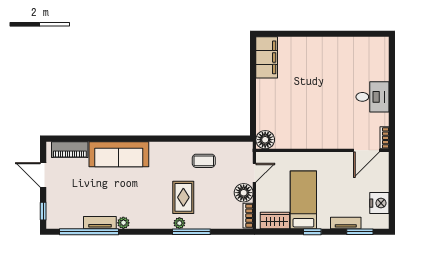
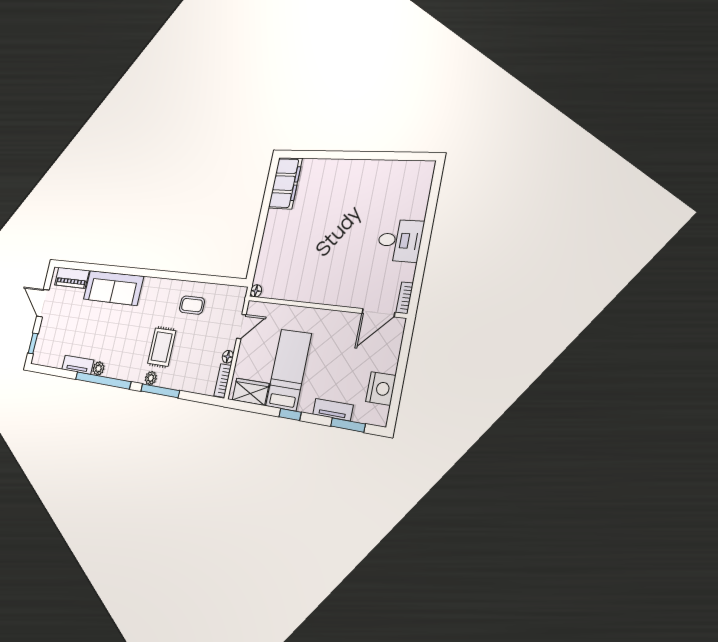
floor lamp: (265, 140) -> (256, 291), width x0.53, depth x0.53
floor lamp: (244, 193) -> (228, 357), width x0.53, depth x0.53
window: (89, 232) -> (103, 380), moved

